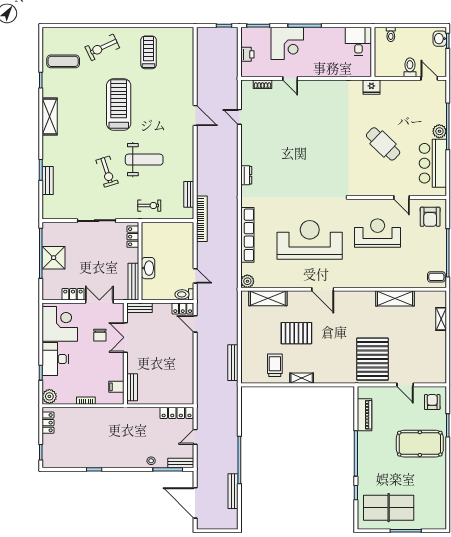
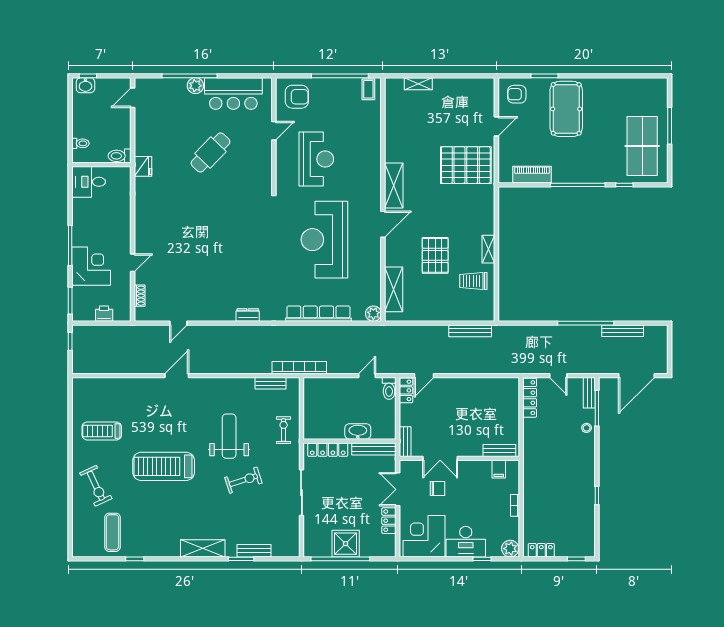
toilet: (410, 67) -> (120, 156), moved
shelving: (50, 116) -> (203, 548), moved
reception desk: (378, 233) -> (316, 159), turned 180
locker: (133, 237) -> (328, 450), width x1.53
shelving: (395, 298) -> (394, 185), moved

